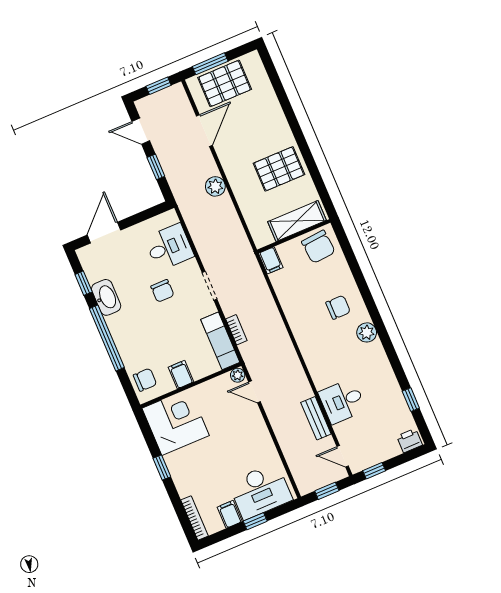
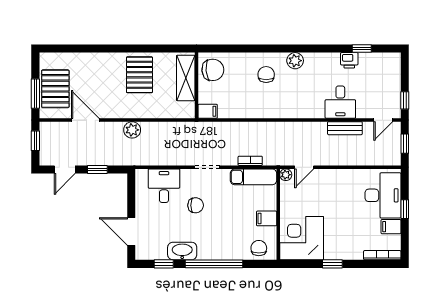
printer: (409, 441) -> (349, 60), moved, turned -90

